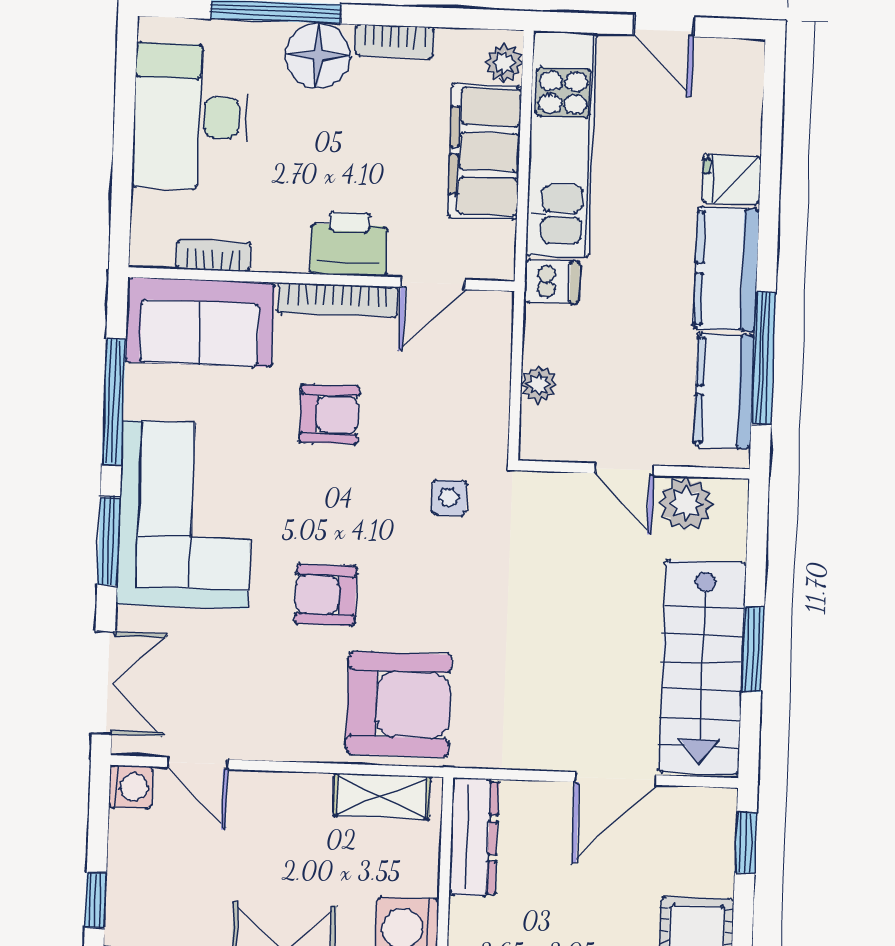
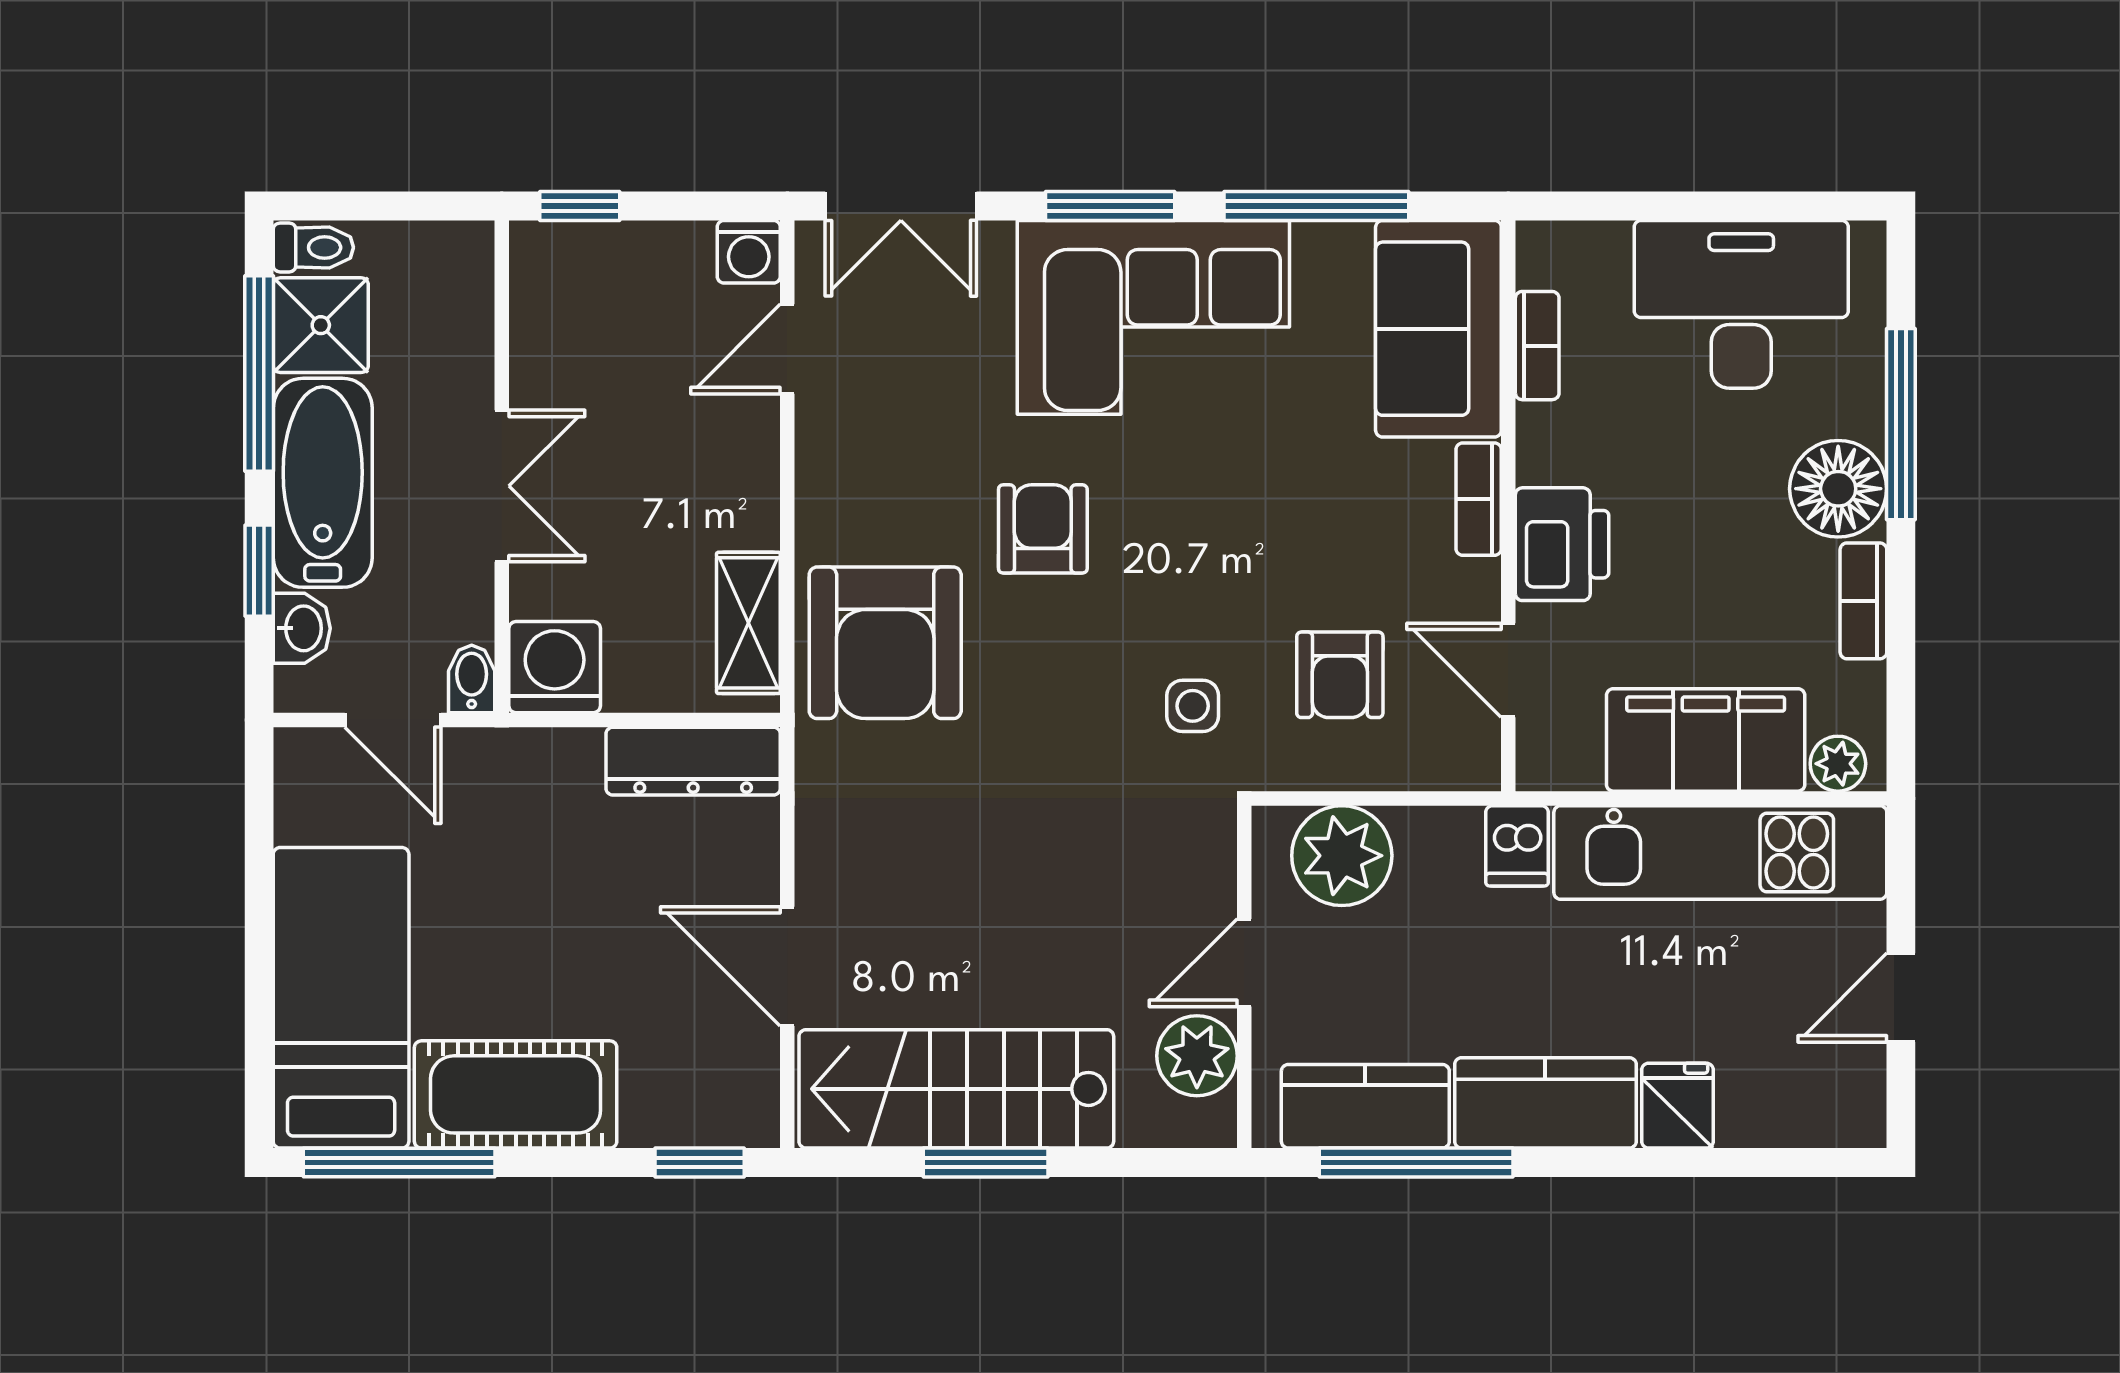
bookcase: (338, 300) -> (1479, 499), width x0.64
plant: (539, 384) -> (1342, 856), width x1.87, depth x1.87
armchair: (329, 414) -> (1340, 675), moved

